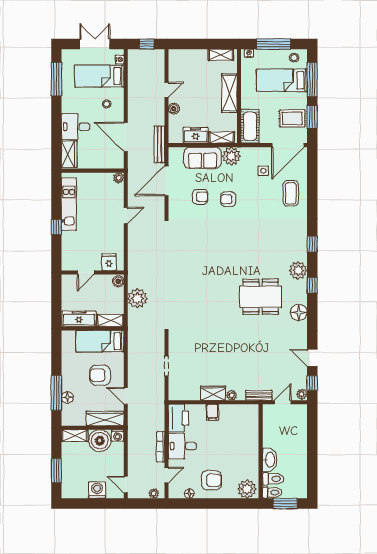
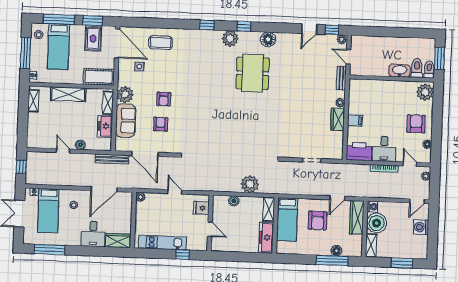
fridge: (109, 262) -> (201, 208), moved
door: (86, 272) -> (210, 229), moved
wall: (93, 272) -> (210, 223), moved

